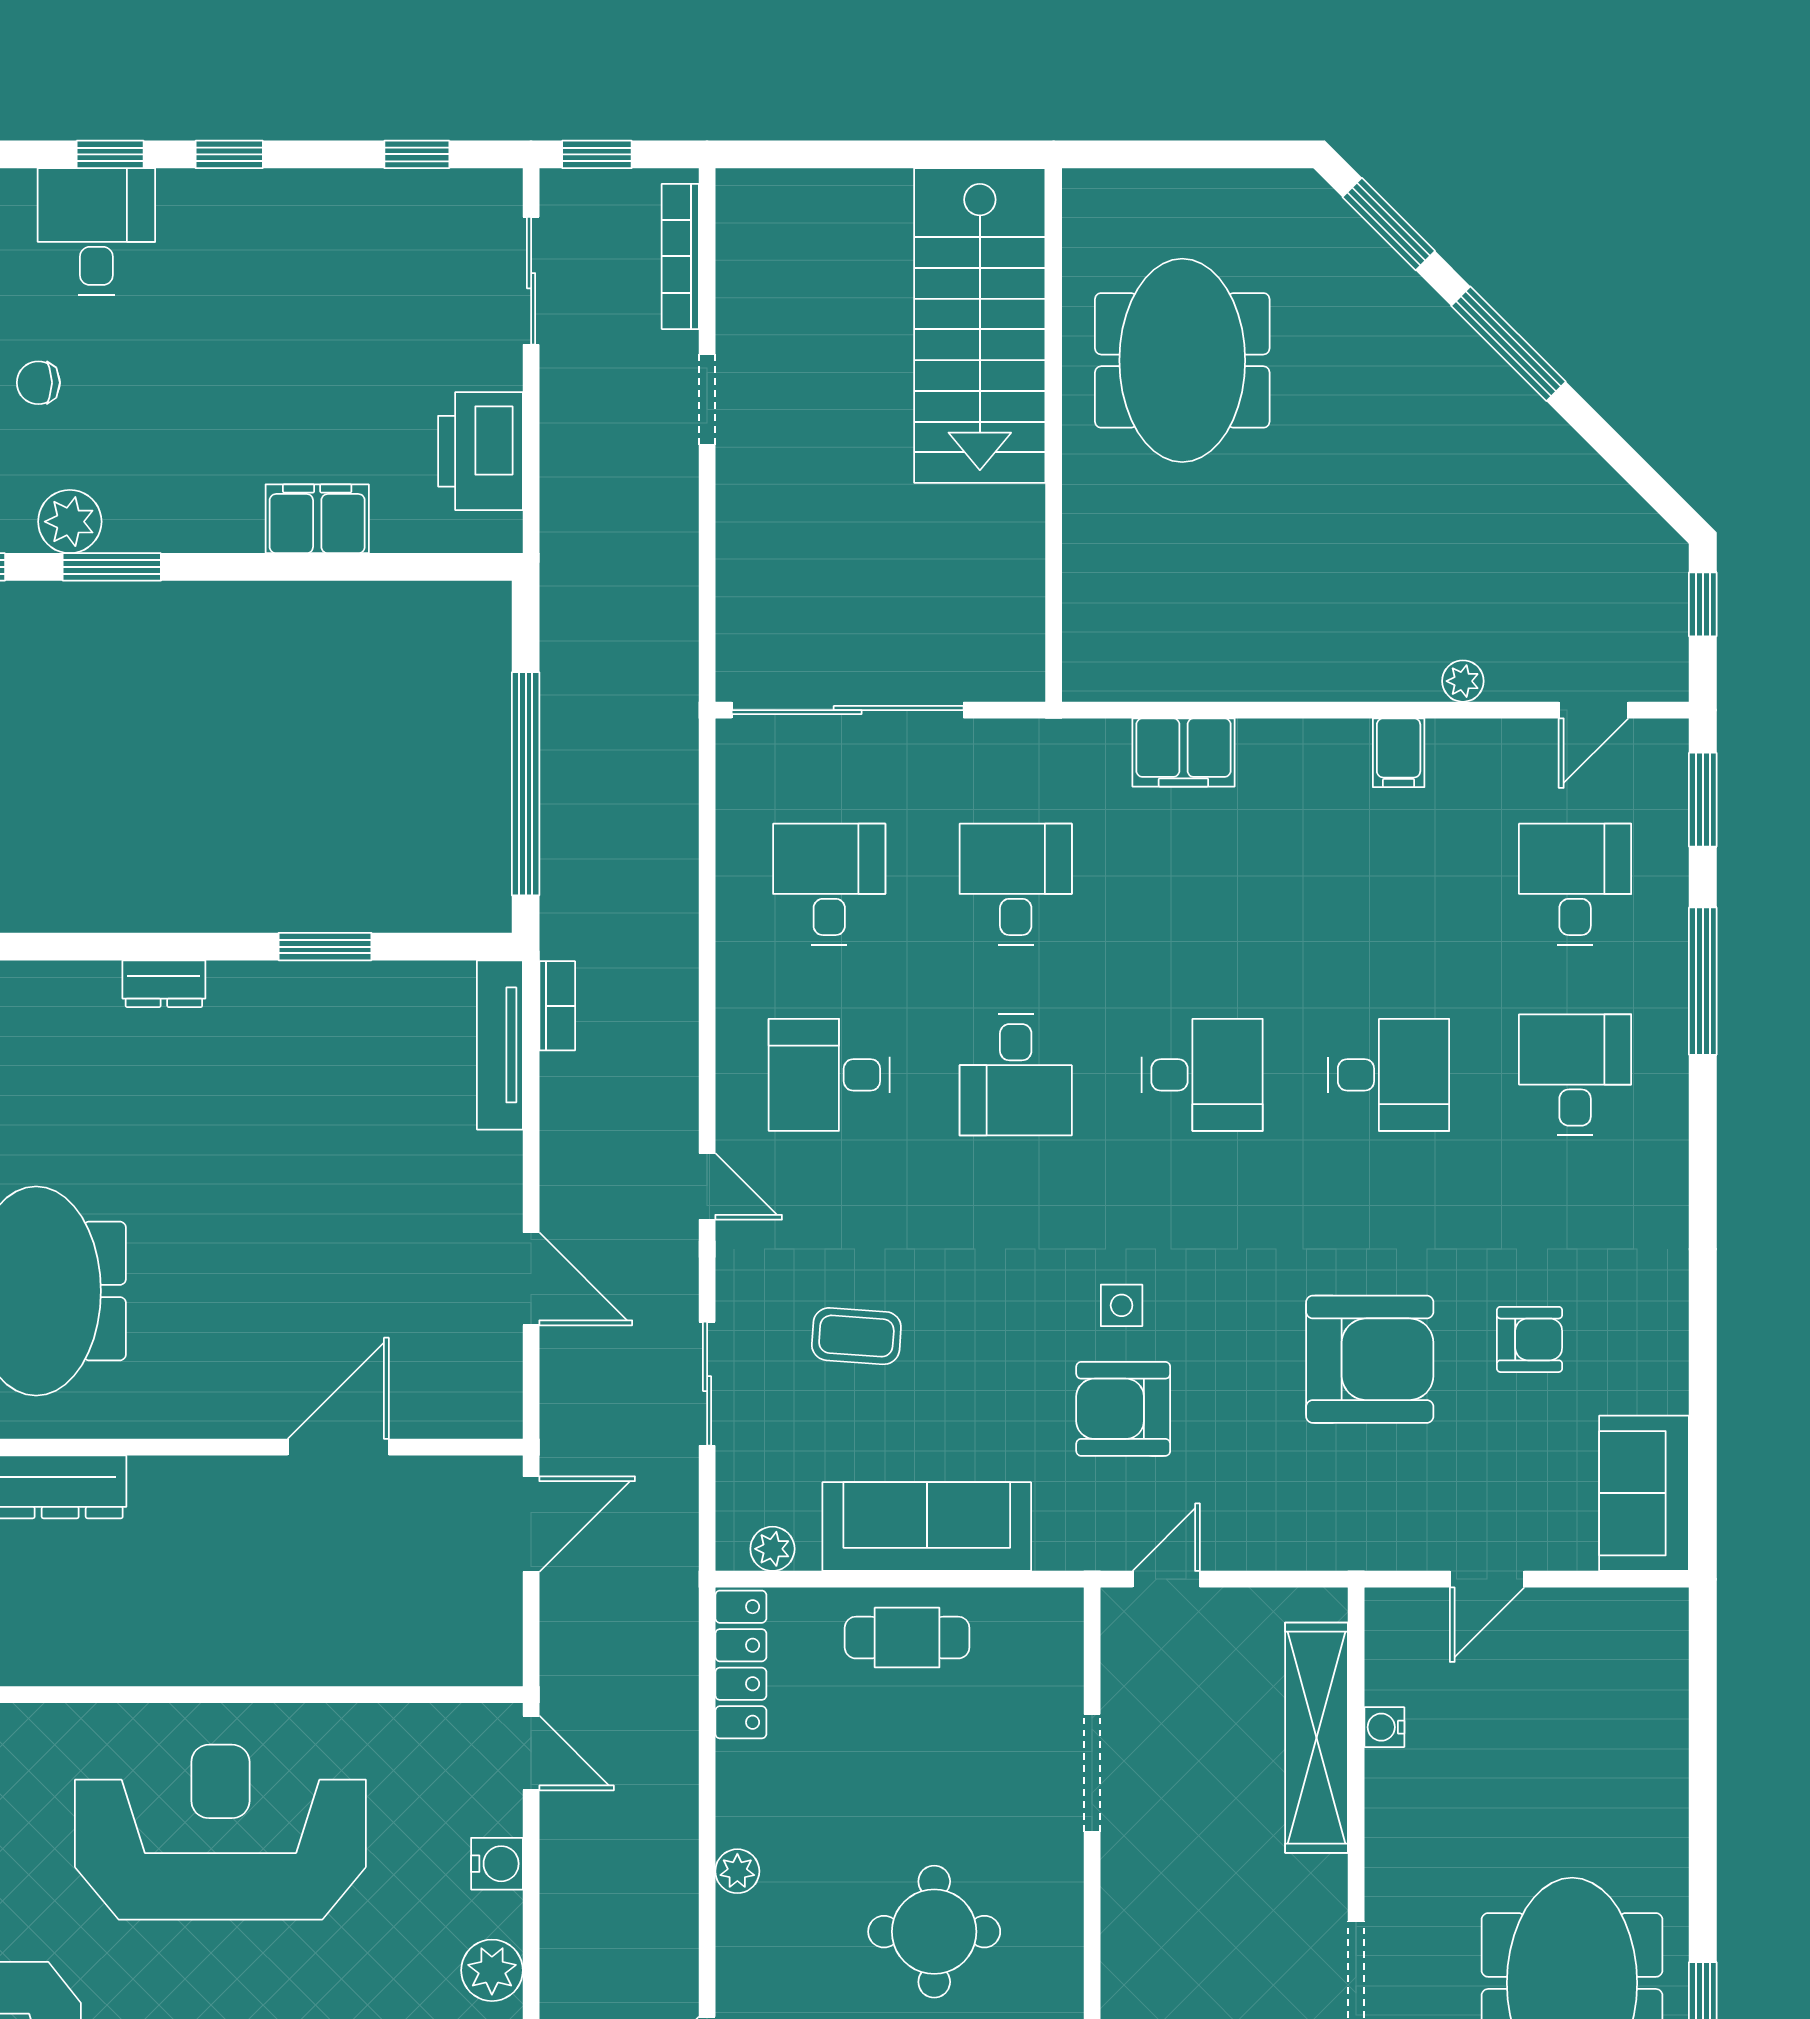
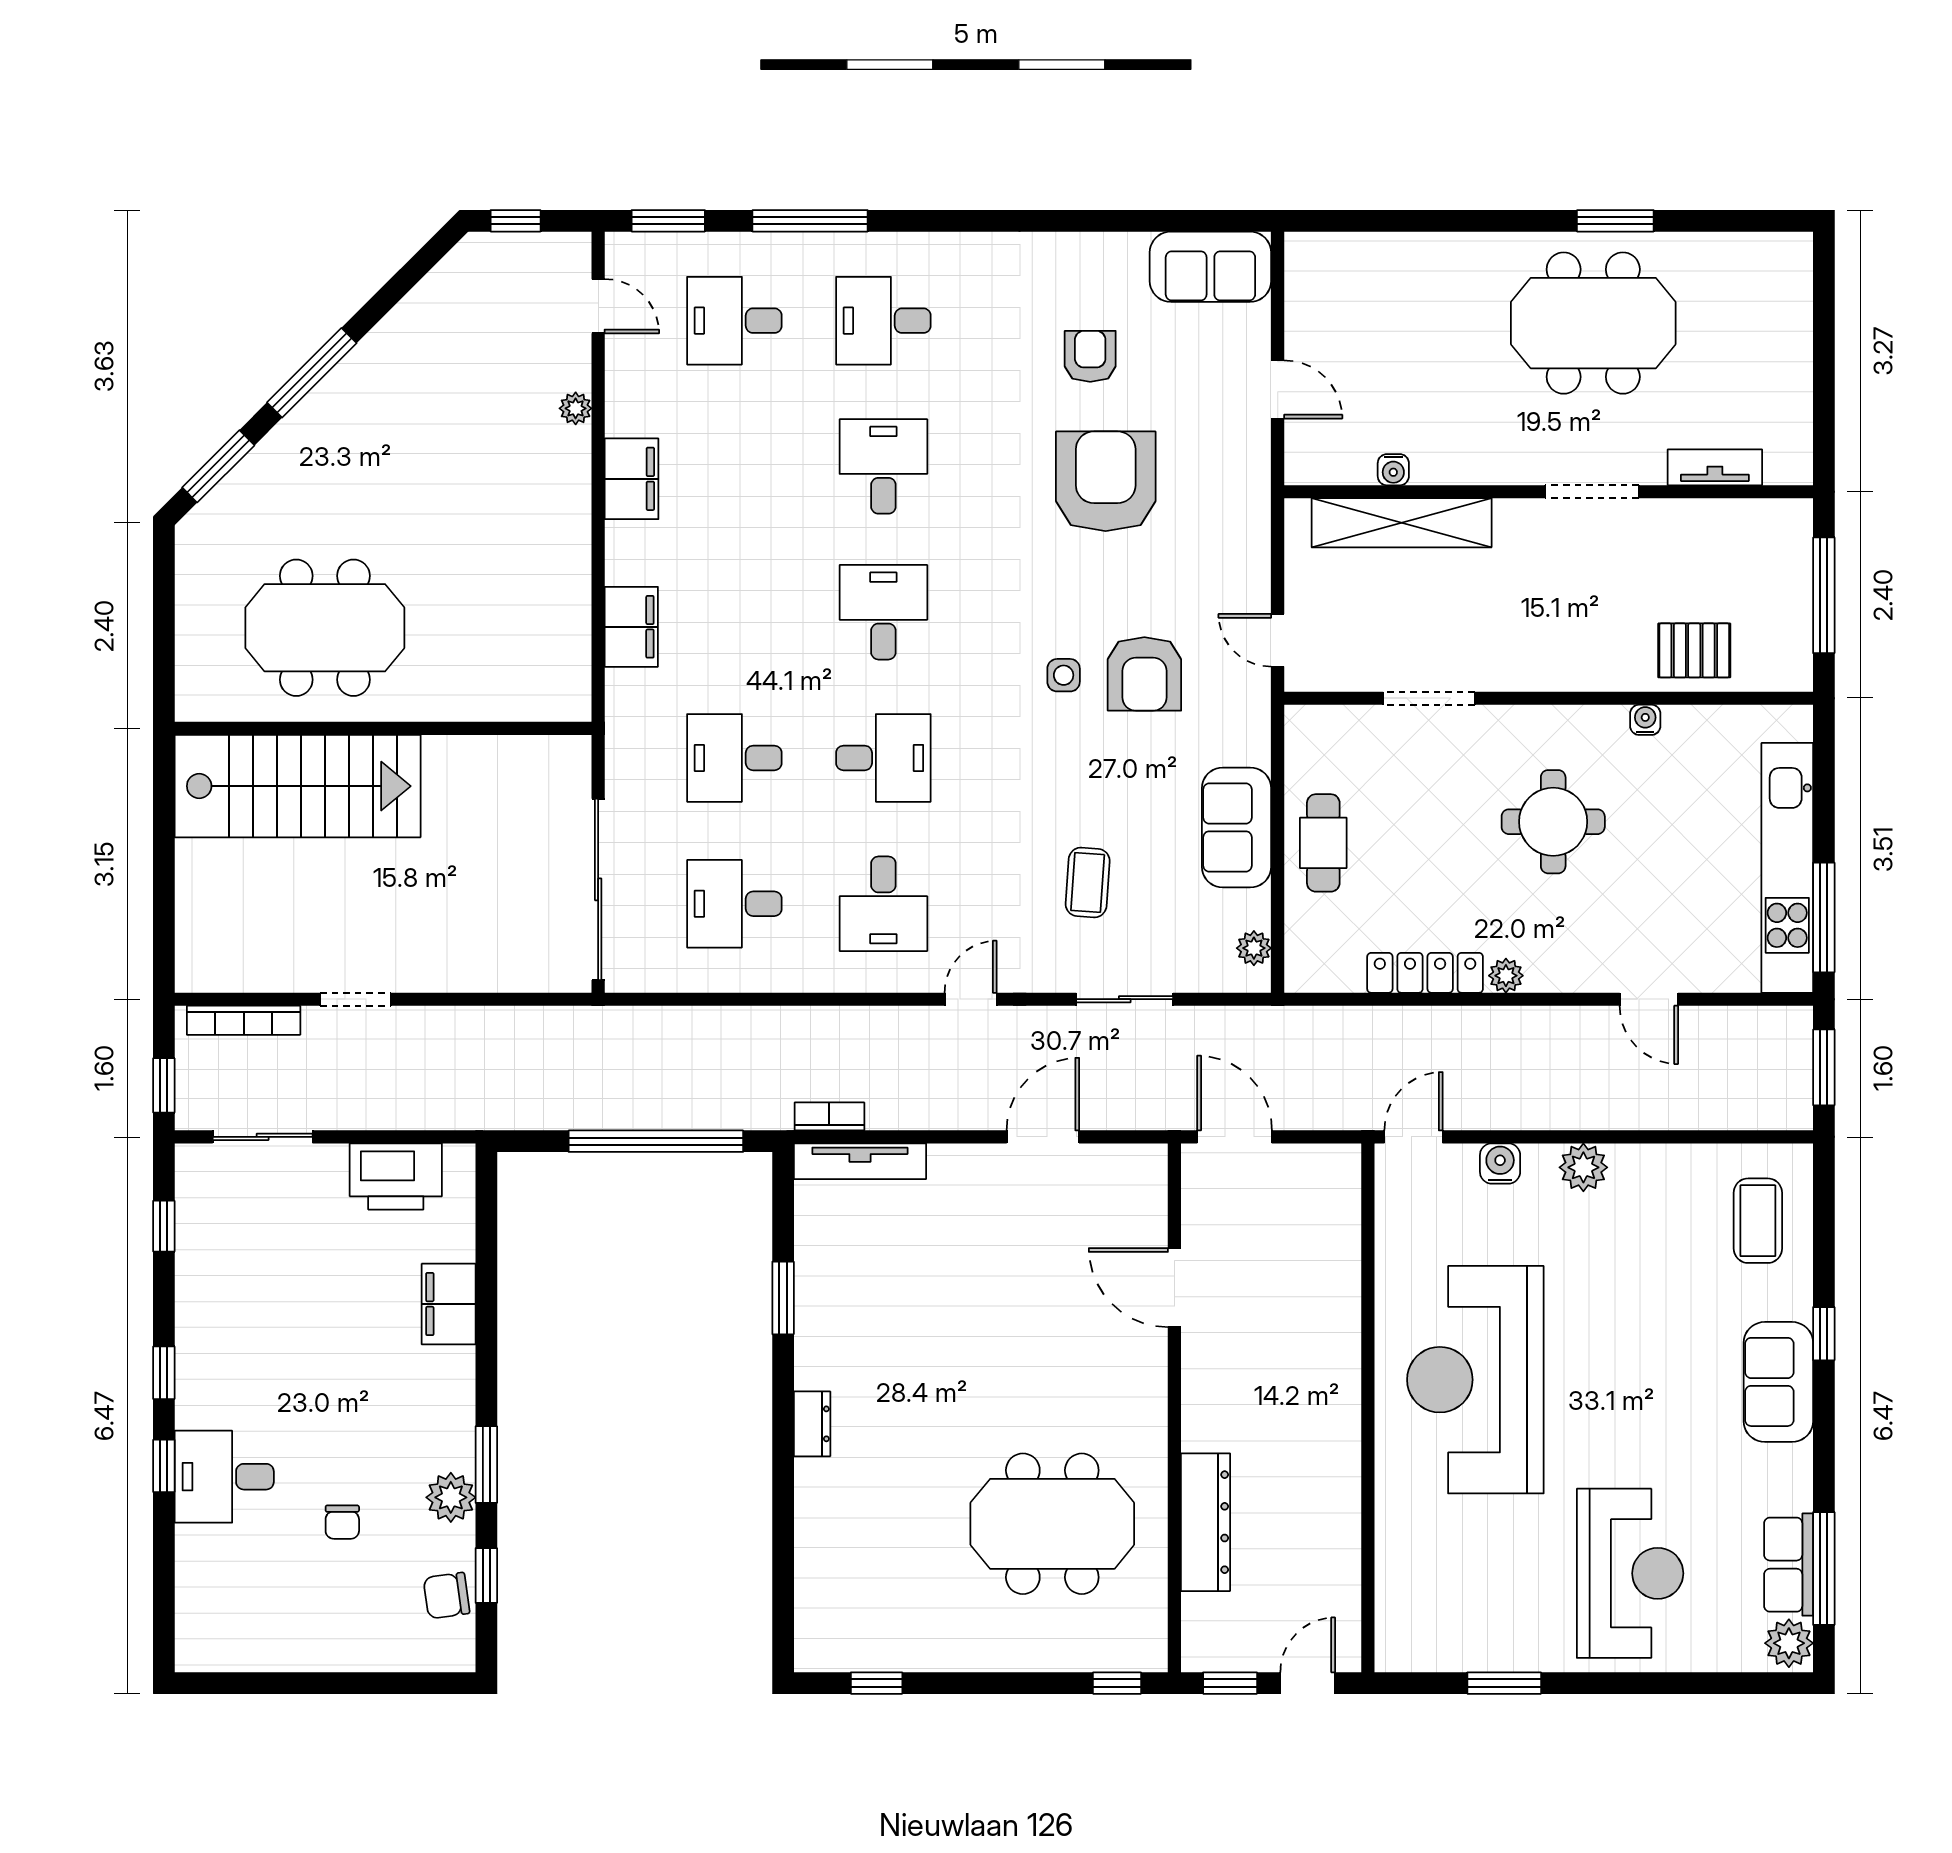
filing cabinet: (1399, 753) -> (632, 479), width x2.00
sofa: (927, 1527) -> (1237, 827), width x0.73
locker: (741, 1664) -> (1425, 973), moved

